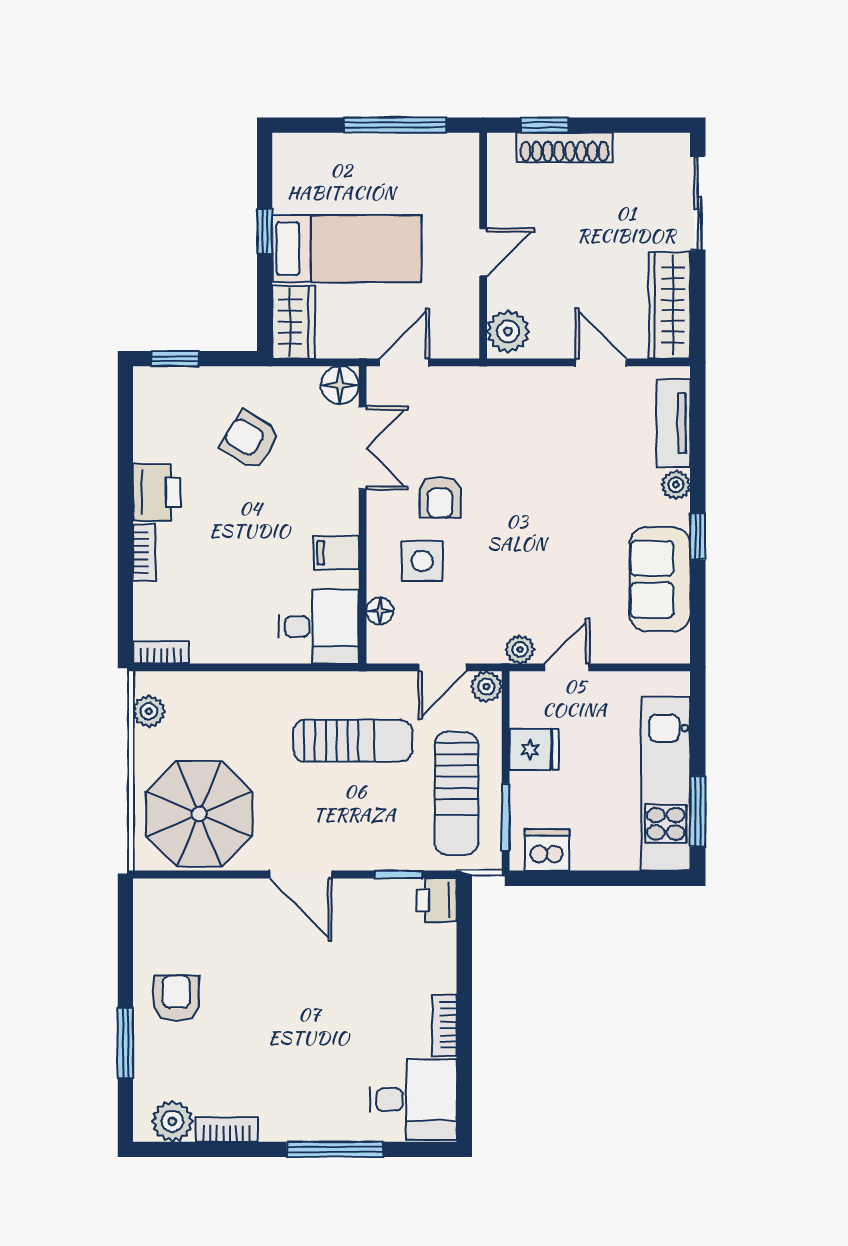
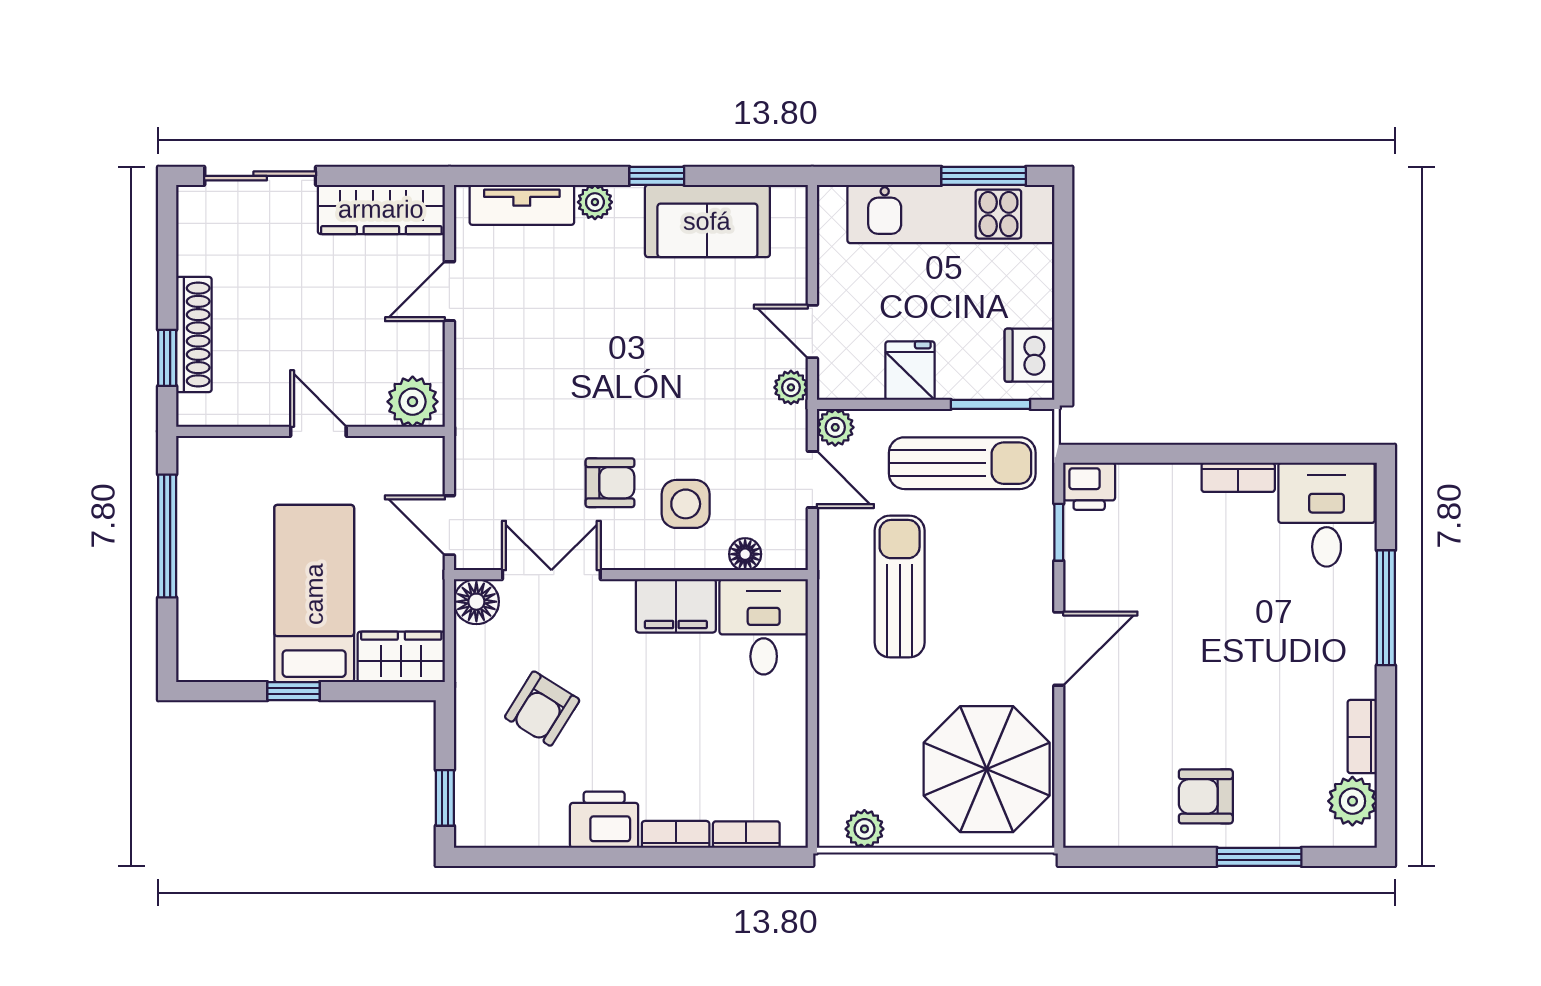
filing cabinet: (336, 553) -> (676, 606), width x2.00
bookcase: (161, 652) -> (746, 835), moved, turned 90

